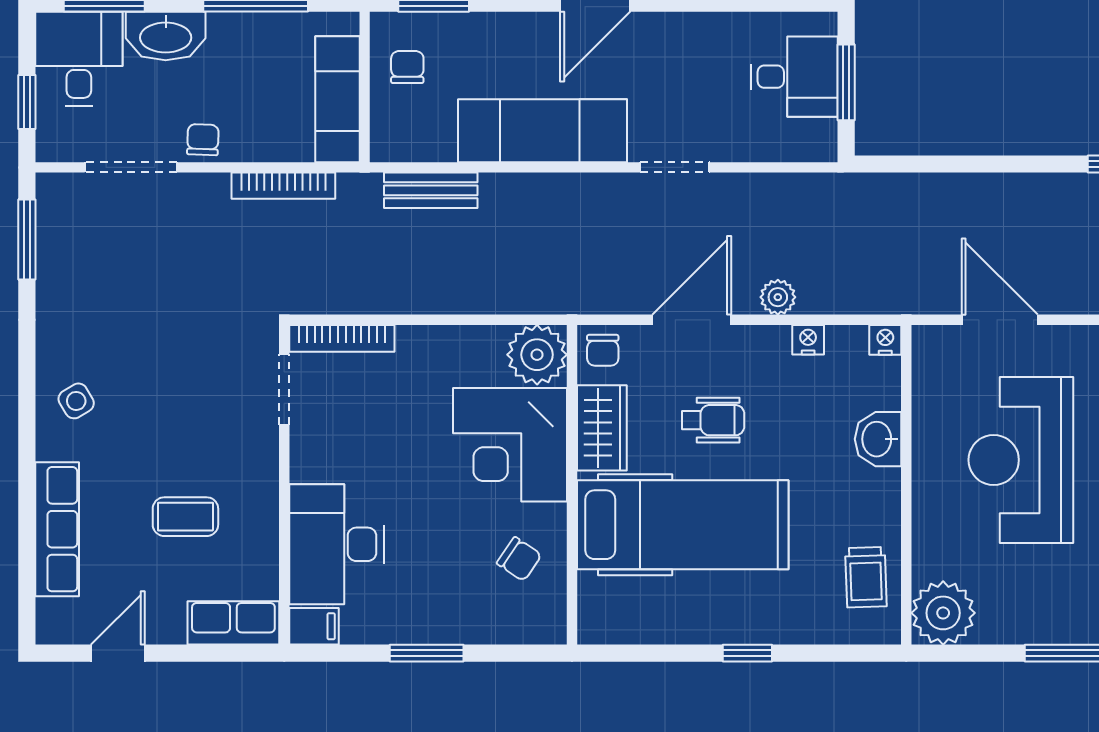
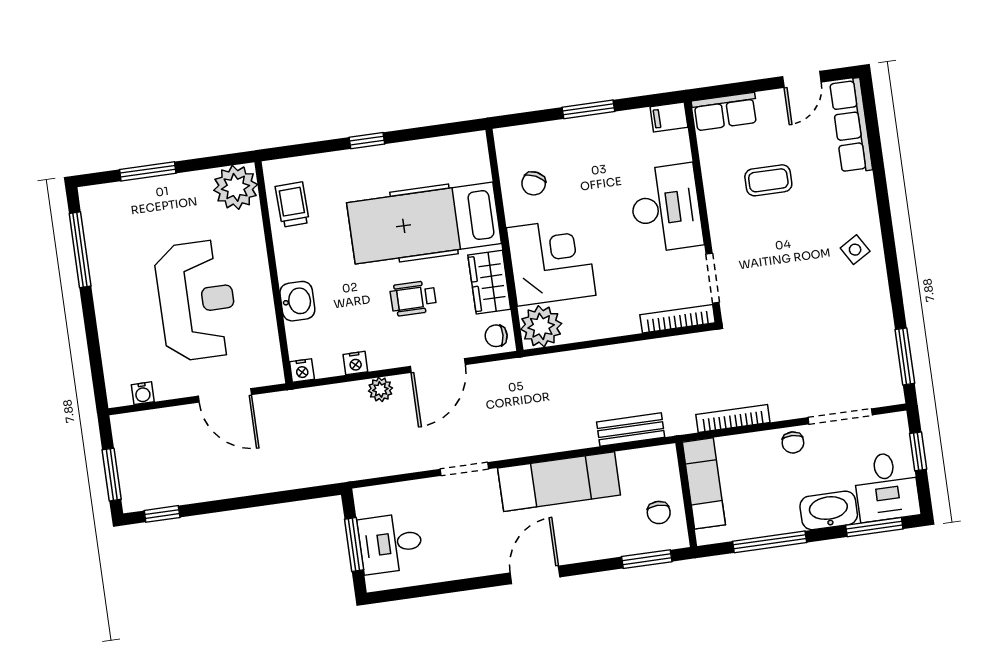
chair: (603, 350) -> (496, 336), turned -86
row of seats: (57, 529) -> (851, 126), moved
desk: (336, 544) -> (666, 208), moved
chair: (519, 559) -> (534, 183), turned -98

